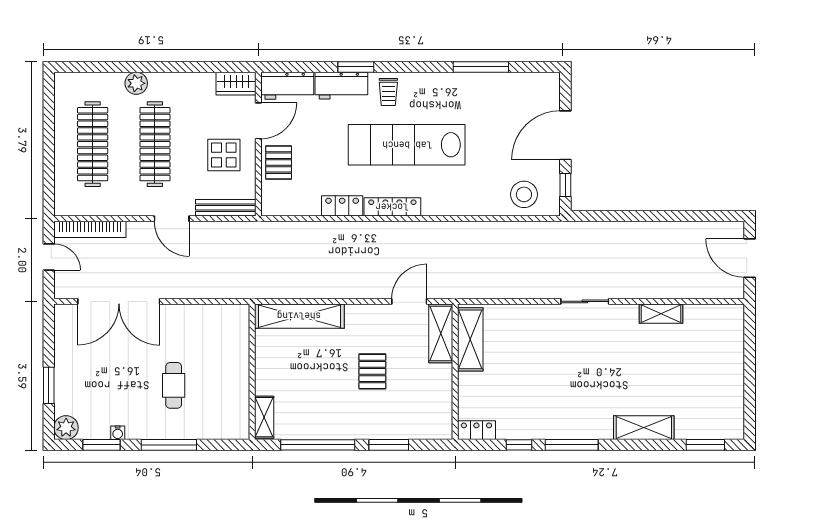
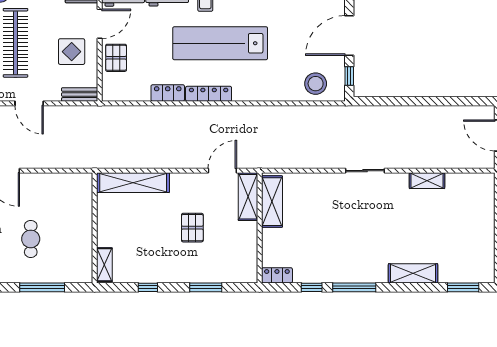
bench: (226, 208) -> (80, 94), width x0.73
window: (169, 445) -> (42, 287), moved
window: (318, 445) -> (148, 287), width x0.32

